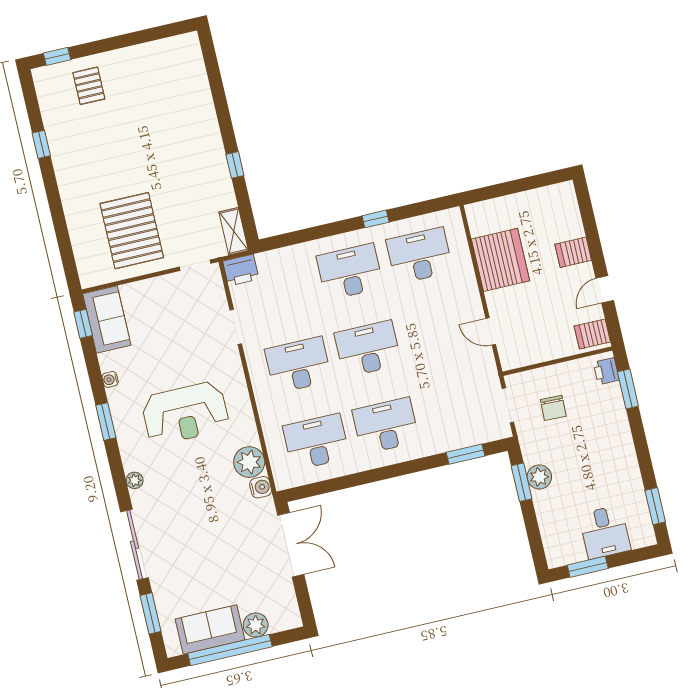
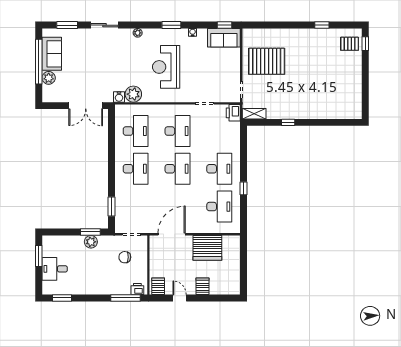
pallet: (89, 86) -> (350, 44), moved
door: (491, 331) -> (172, 234), width x1.88
window: (628, 389) -> (126, 298), width x1.44
sliding door: (134, 545) -> (104, 25), width x0.73

